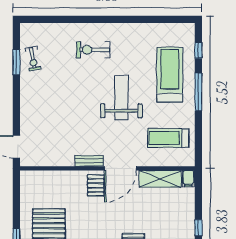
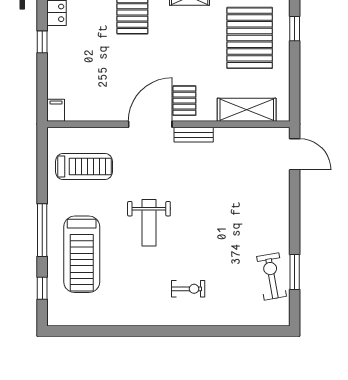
exercise bike: (93, 50) -> (188, 289), width x0.73, depth x0.72
exercise bike: (33, 59) -> (272, 276), width x1.38, depth x1.39
weight bench: (121, 97) -> (149, 223), width x0.73, depth x0.75
shelving: (160, 179) -> (247, 110), moved

